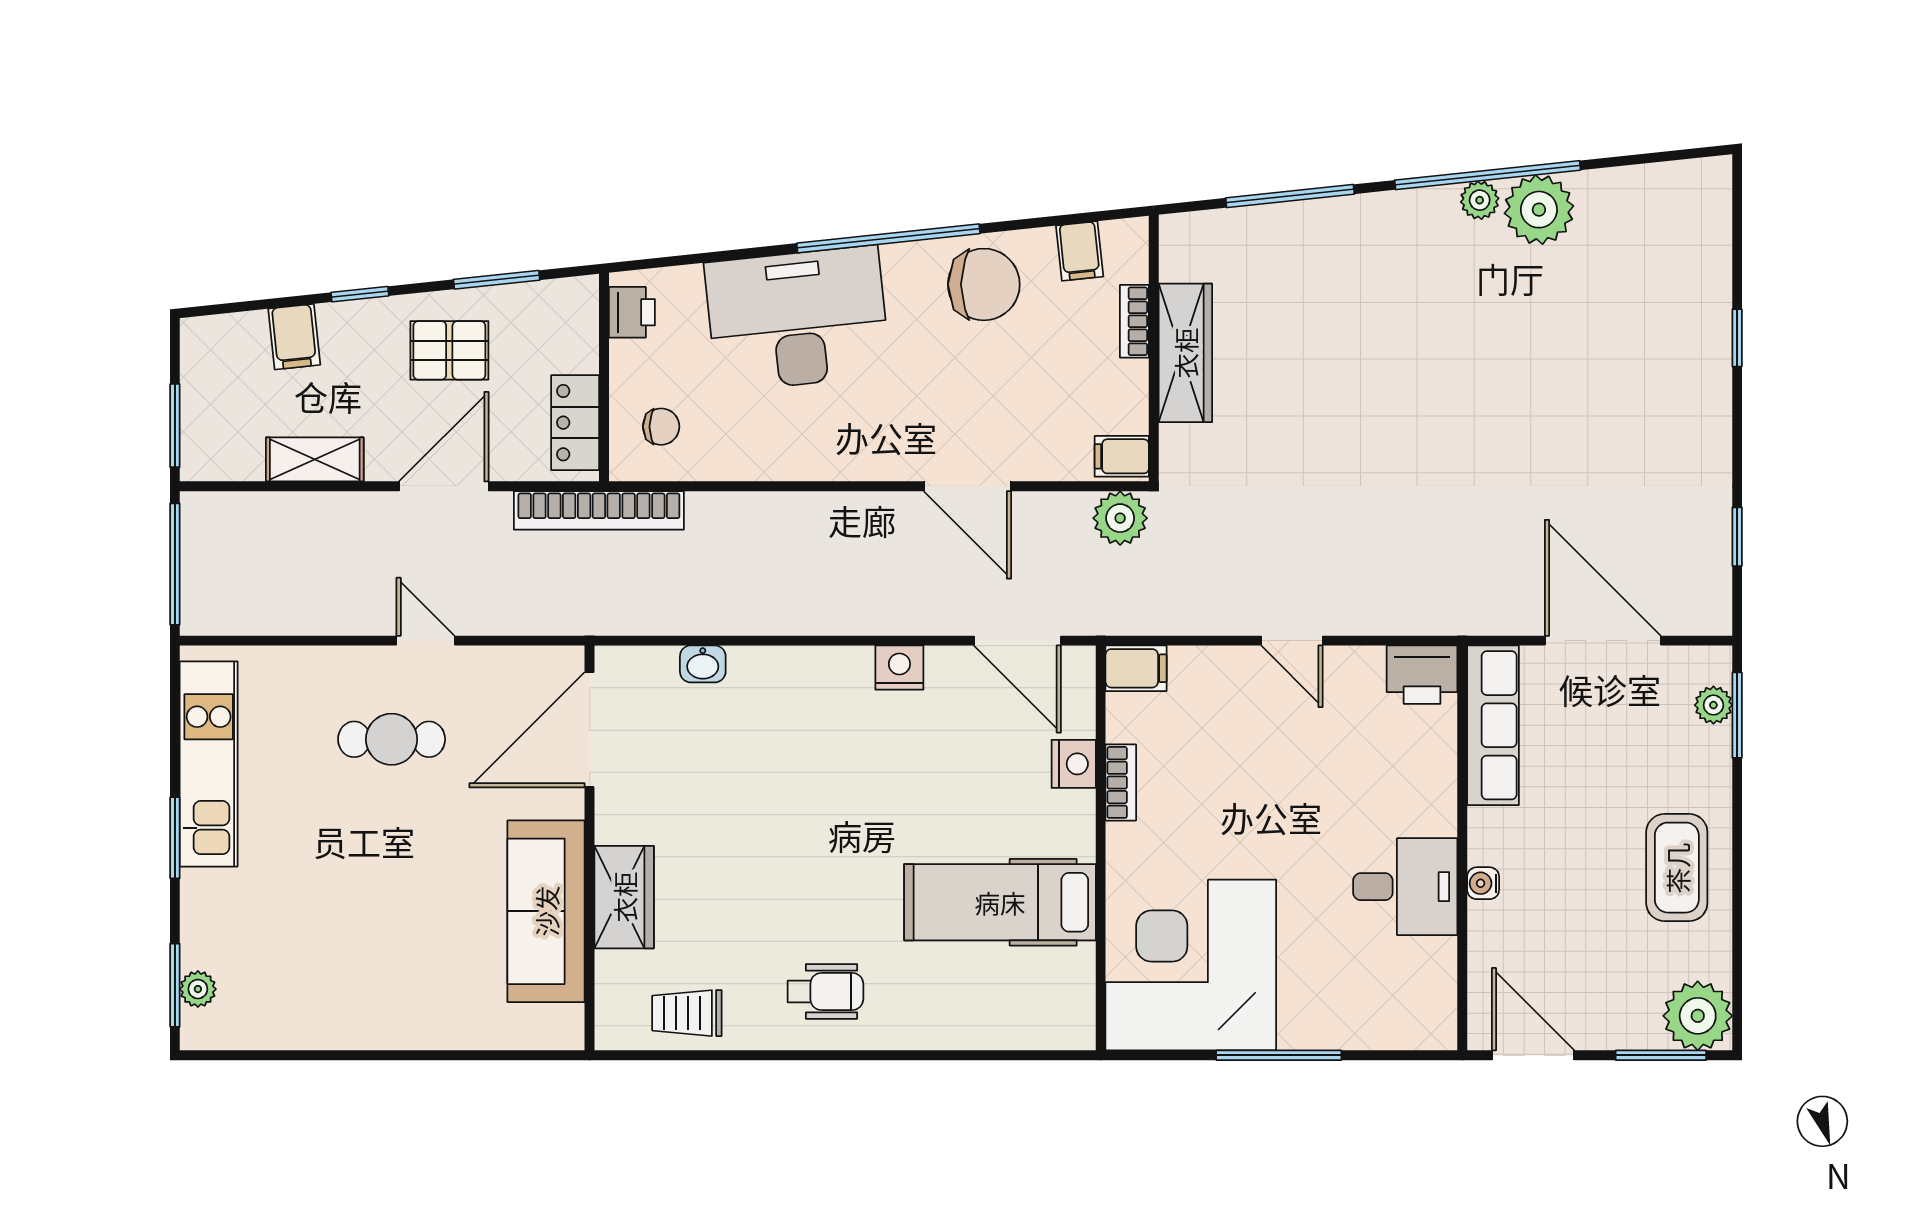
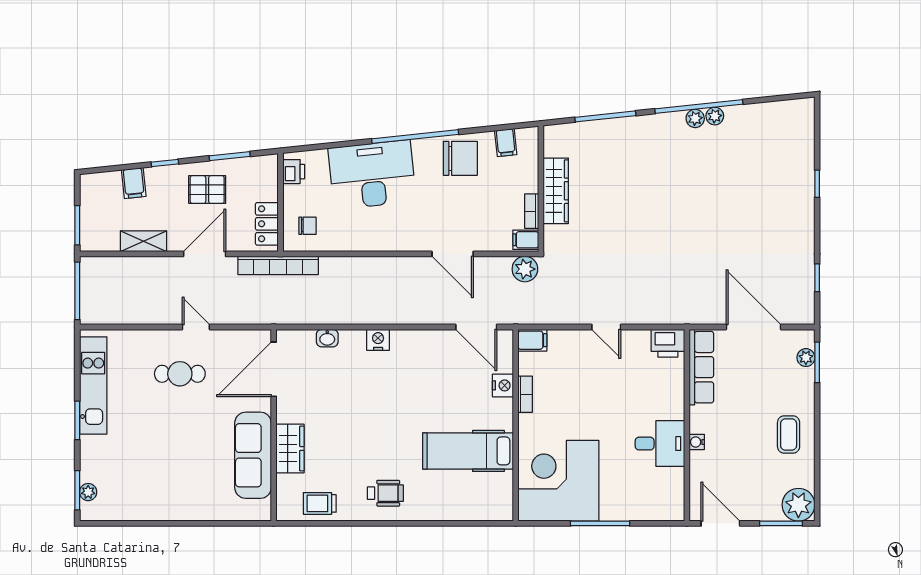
plant: (1539, 210) -> (715, 116), width x0.53, depth x0.53
bookcase: (1134, 321) -> (532, 211), moved
nightstand: (899, 668) -> (378, 340), moved
coffee table: (1677, 868) -> (789, 435), width x0.73, depth x0.77

